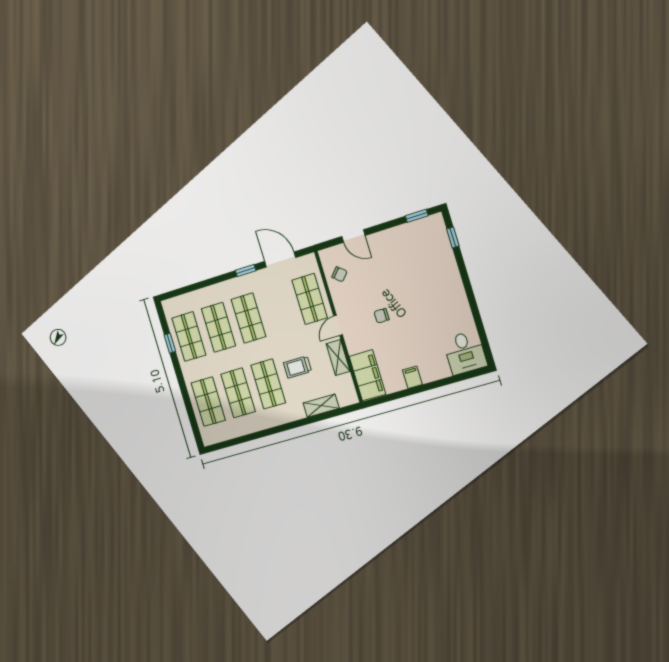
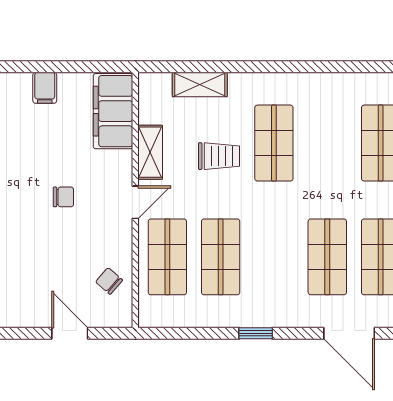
door: (280, 259) -> (349, 333), moved
shop shelf: (248, 318) -> (221, 257), moved
shop shelf: (238, 393) -> (327, 143), removed

